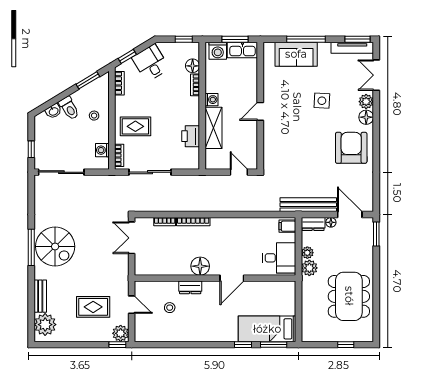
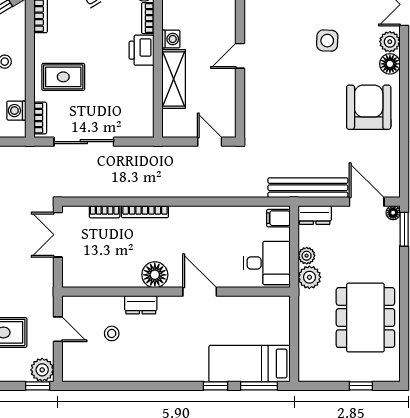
printer: (191, 136) -> (142, 50), moved
floor lamp: (331, 222) -> (393, 213), moved
door: (232, 278) -> (200, 292), swing flipped

